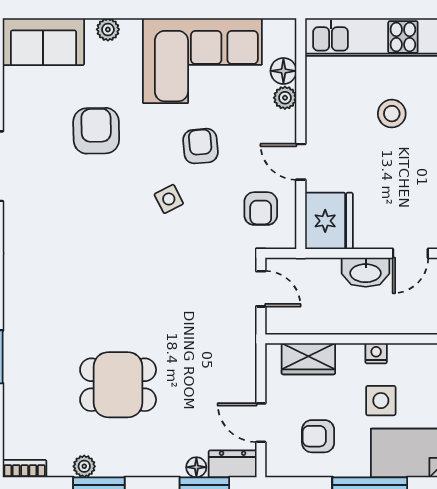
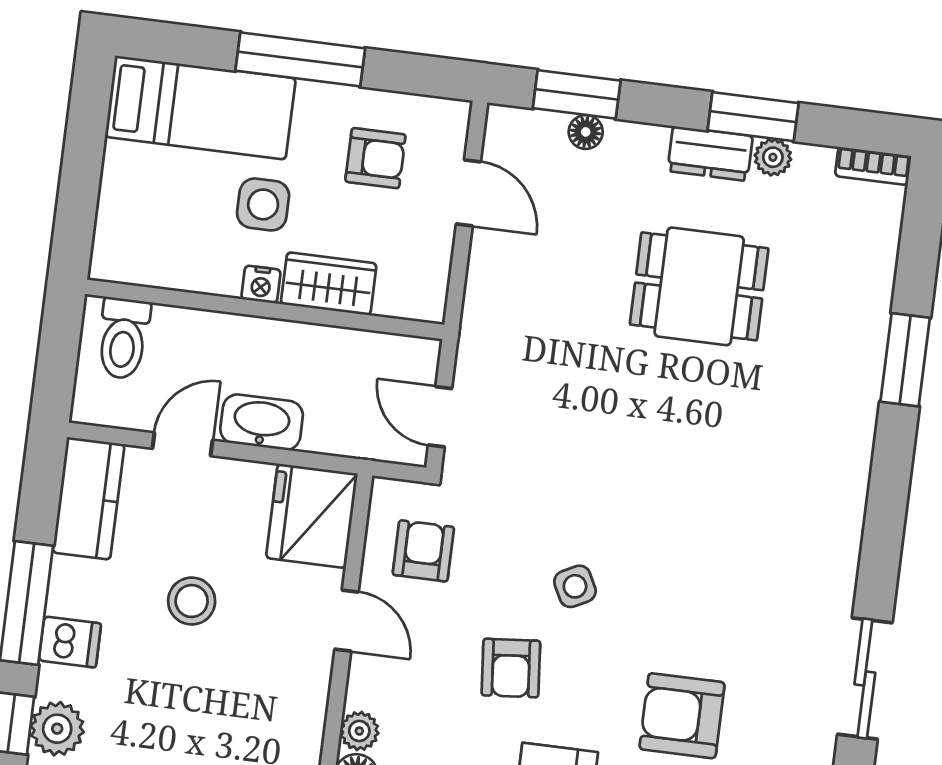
stool: (392, 114) -> (192, 601), moved
armchair: (96, 131) -> (682, 716), turned 91
wardrobe: (308, 359) -> (329, 284), moved
dresser: (233, 464) -> (710, 154), moved

